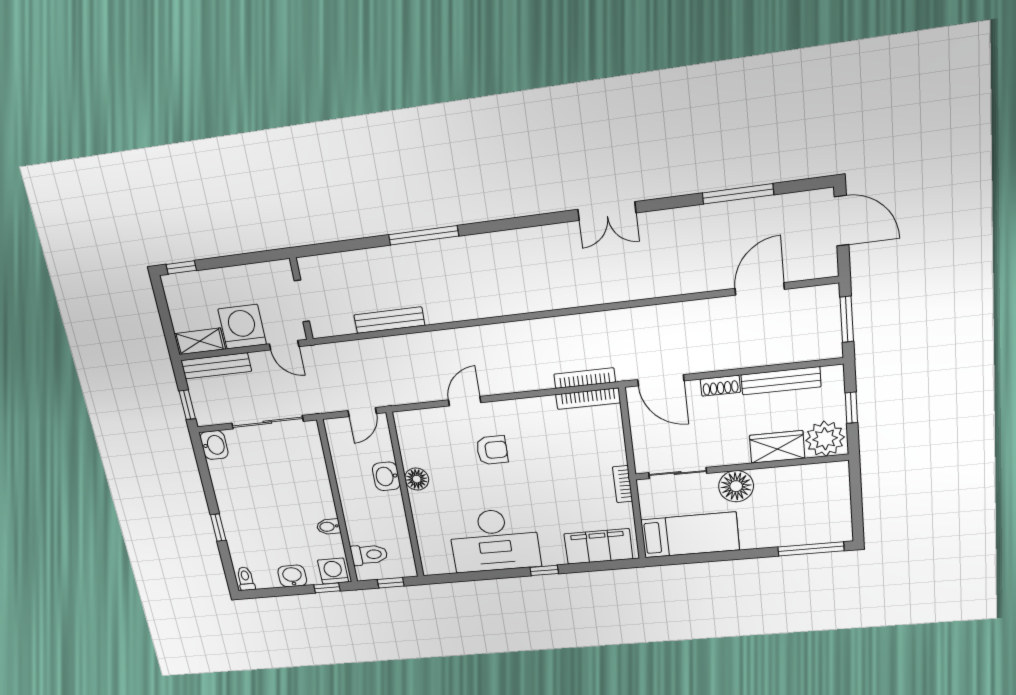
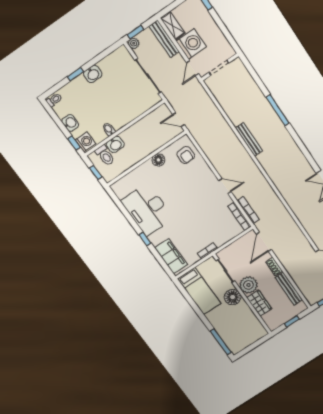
bench: (389, 320) -> (249, 139), moved
door: (465, 401) -> (225, 186), moved
plant: (204, 417) -> (134, 43), added
plant: (825, 439) -> (248, 285), moved
washbasin: (214, 445) -> (93, 74), moved
armchair: (492, 450) -> (186, 155), moved
washbasin: (386, 476) -> (115, 144), moved, turned 180

